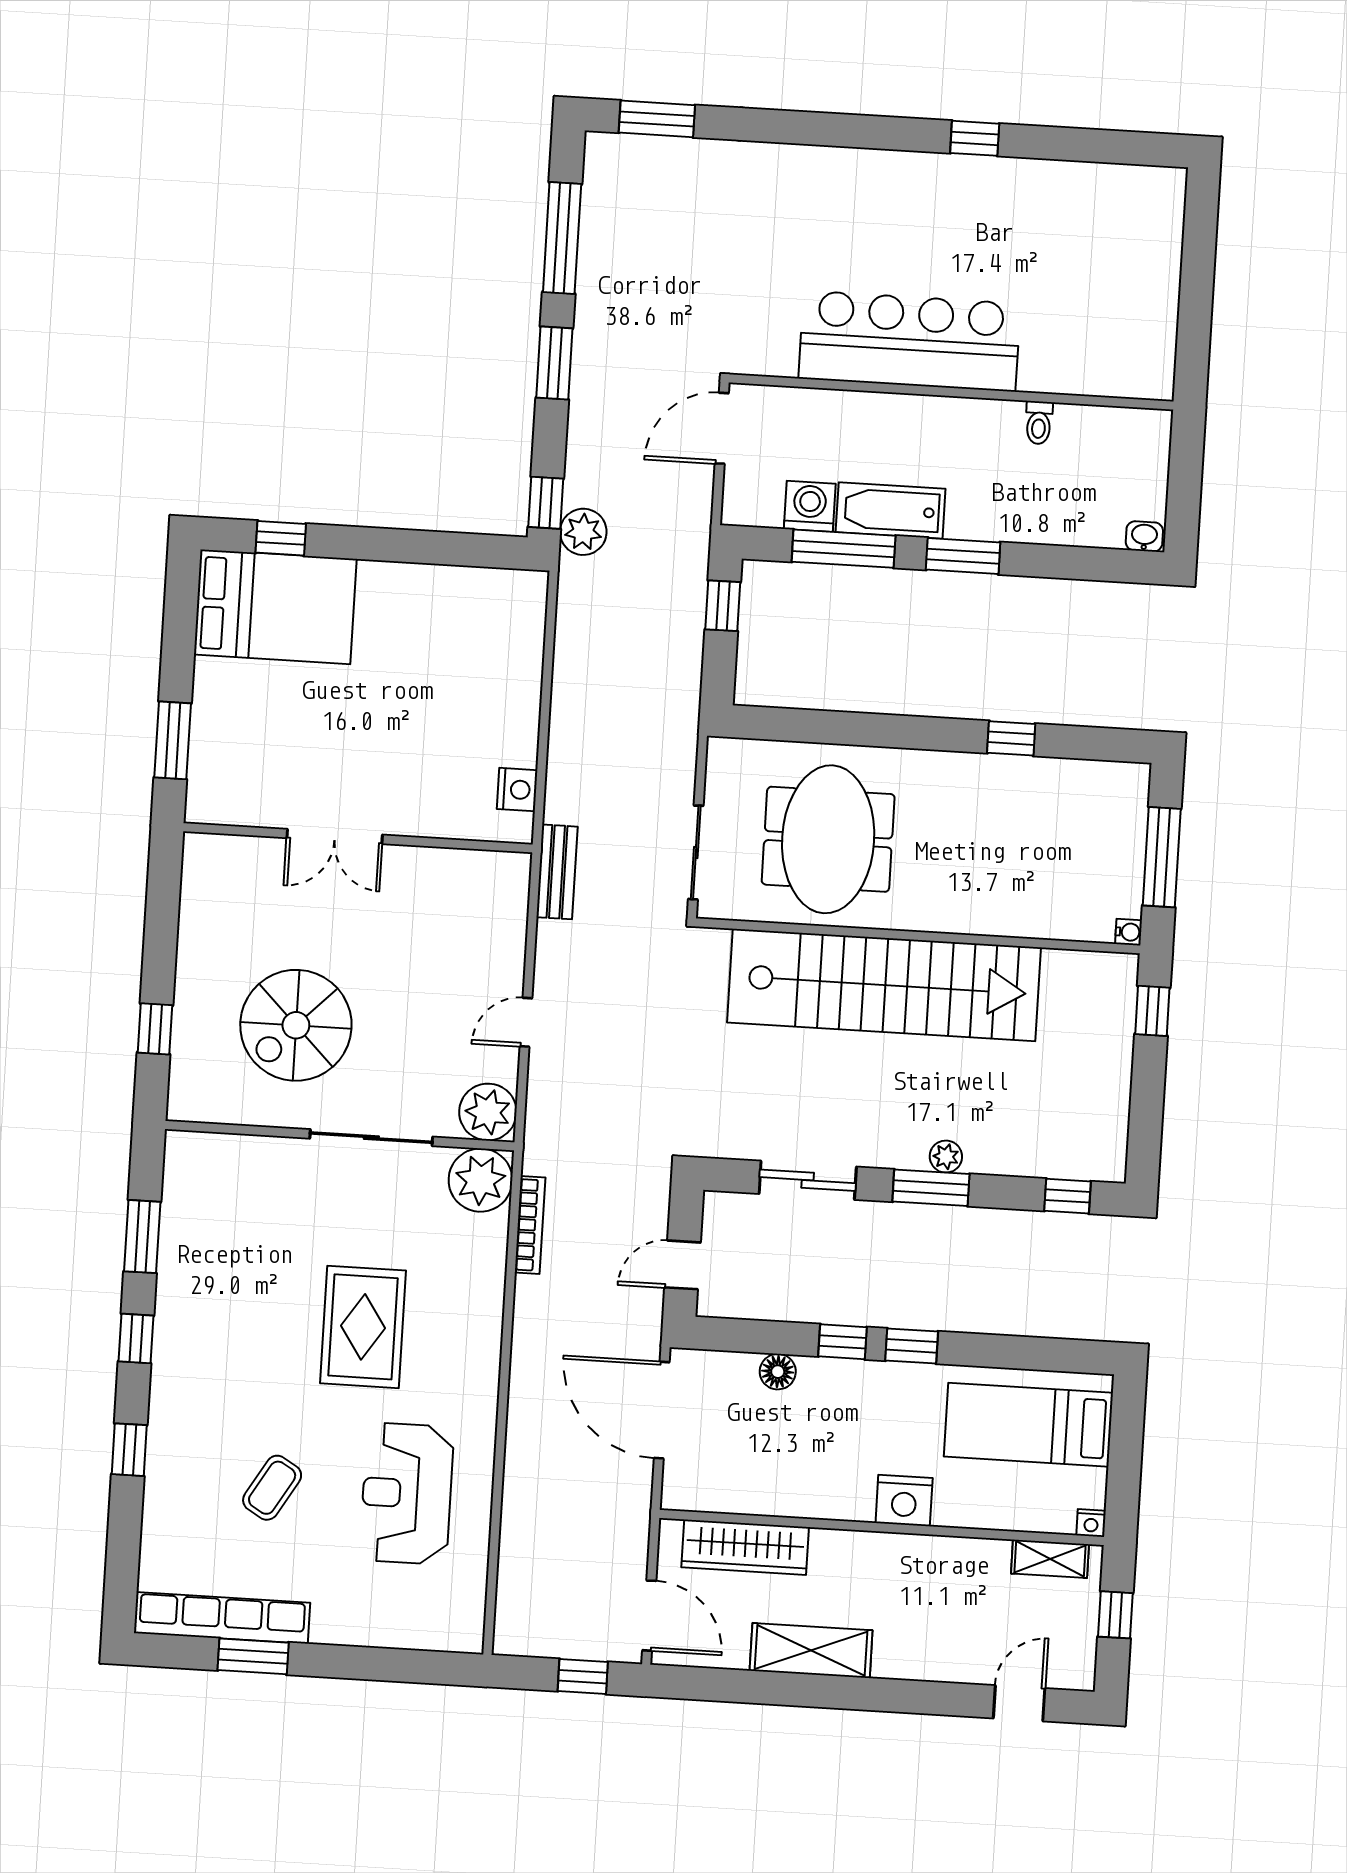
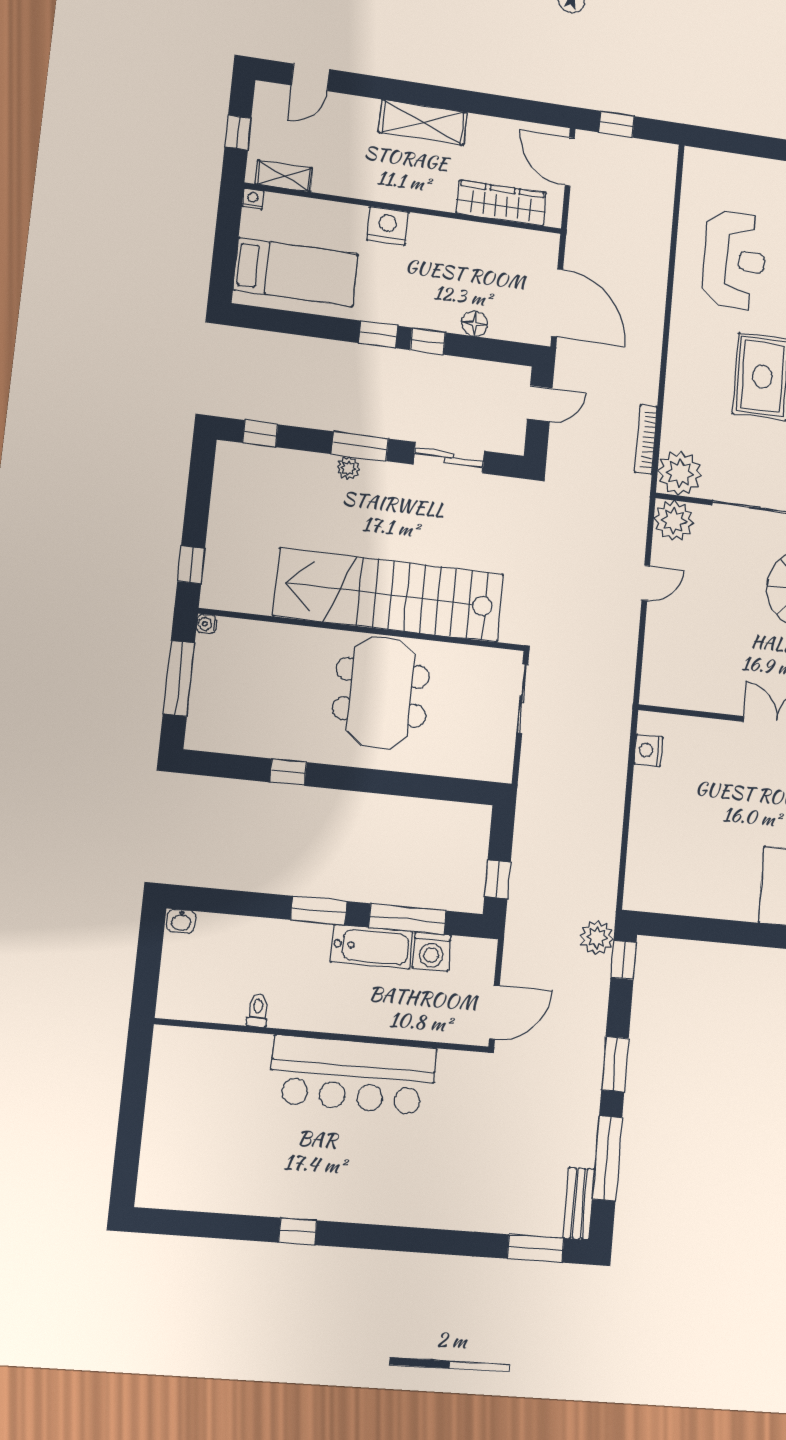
meeting table: (828, 839) -> (381, 692), moved
bench: (557, 872) -> (579, 1204), moved
shelving: (811, 1650) -> (423, 122), moved

